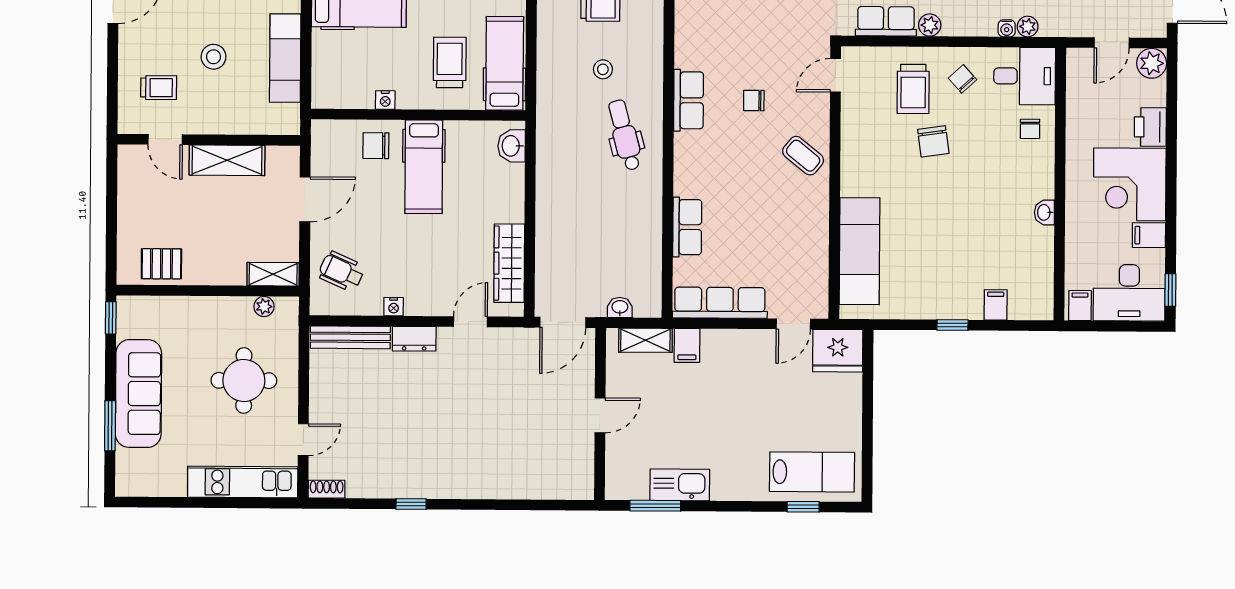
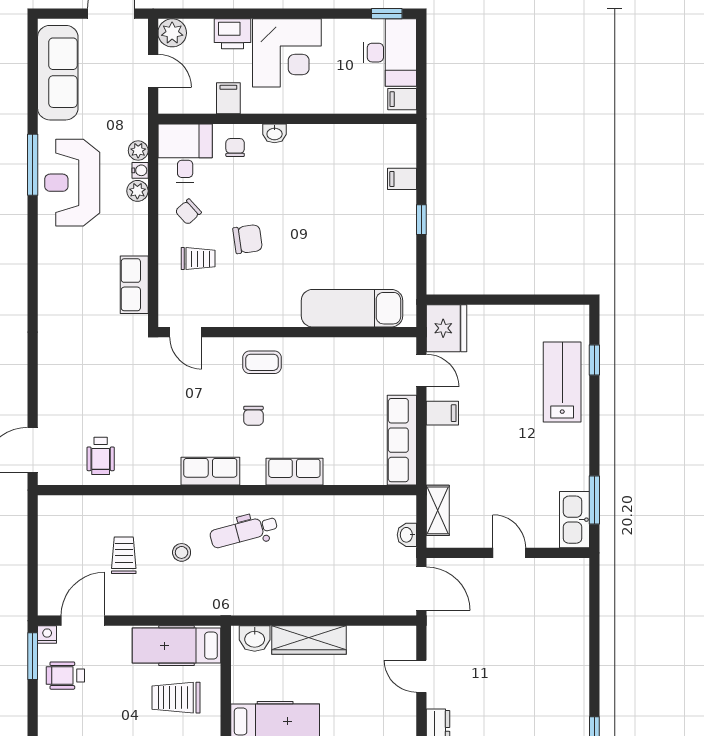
plant: (930, 25) -> (137, 191), moved
trolley: (913, 89) -> (198, 259), width x0.73, depth x0.72
chair: (754, 101) -> (253, 416), moved
chair: (1030, 129) -> (235, 148), turned -90
coffee table: (803, 156) -> (262, 362), turned 51
washbasin: (1044, 212) -> (275, 133), moved
row of seats: (687, 227) -> (294, 472), moved
filing cabinet: (1149, 235) -> (228, 98), moved, turned 180
wardrobe: (509, 263) -> (309, 640), moved
filing cabinet: (687, 345) -> (442, 413), moved
lab bench: (812, 472) -> (562, 382), moved
kitchen sink: (680, 485) -> (575, 520), moved

